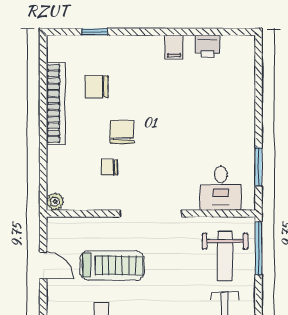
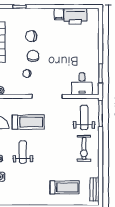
printer: (208, 46) -> (75, 16), width x1.87, depth x1.48
chair: (97, 87) -> (31, 36), moved
weight bench: (225, 256) -> (84, 117), turned 180

